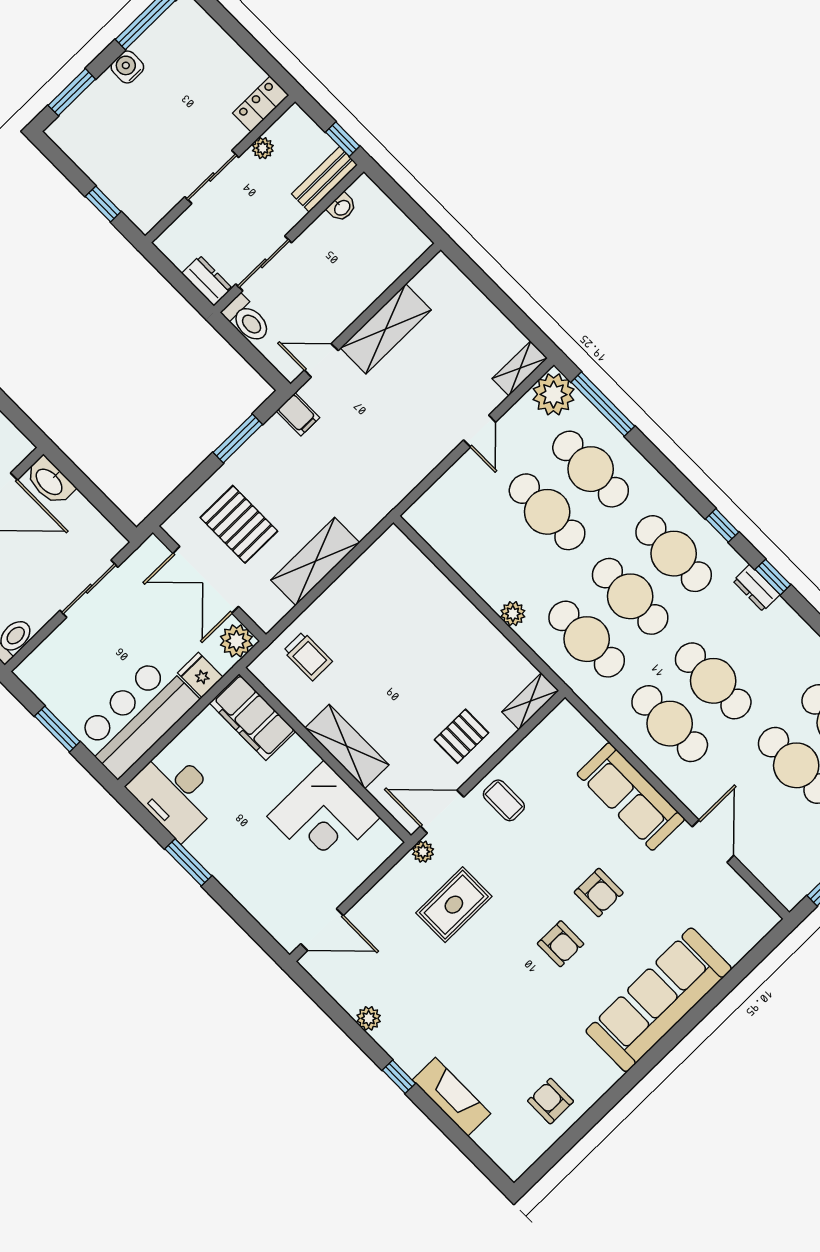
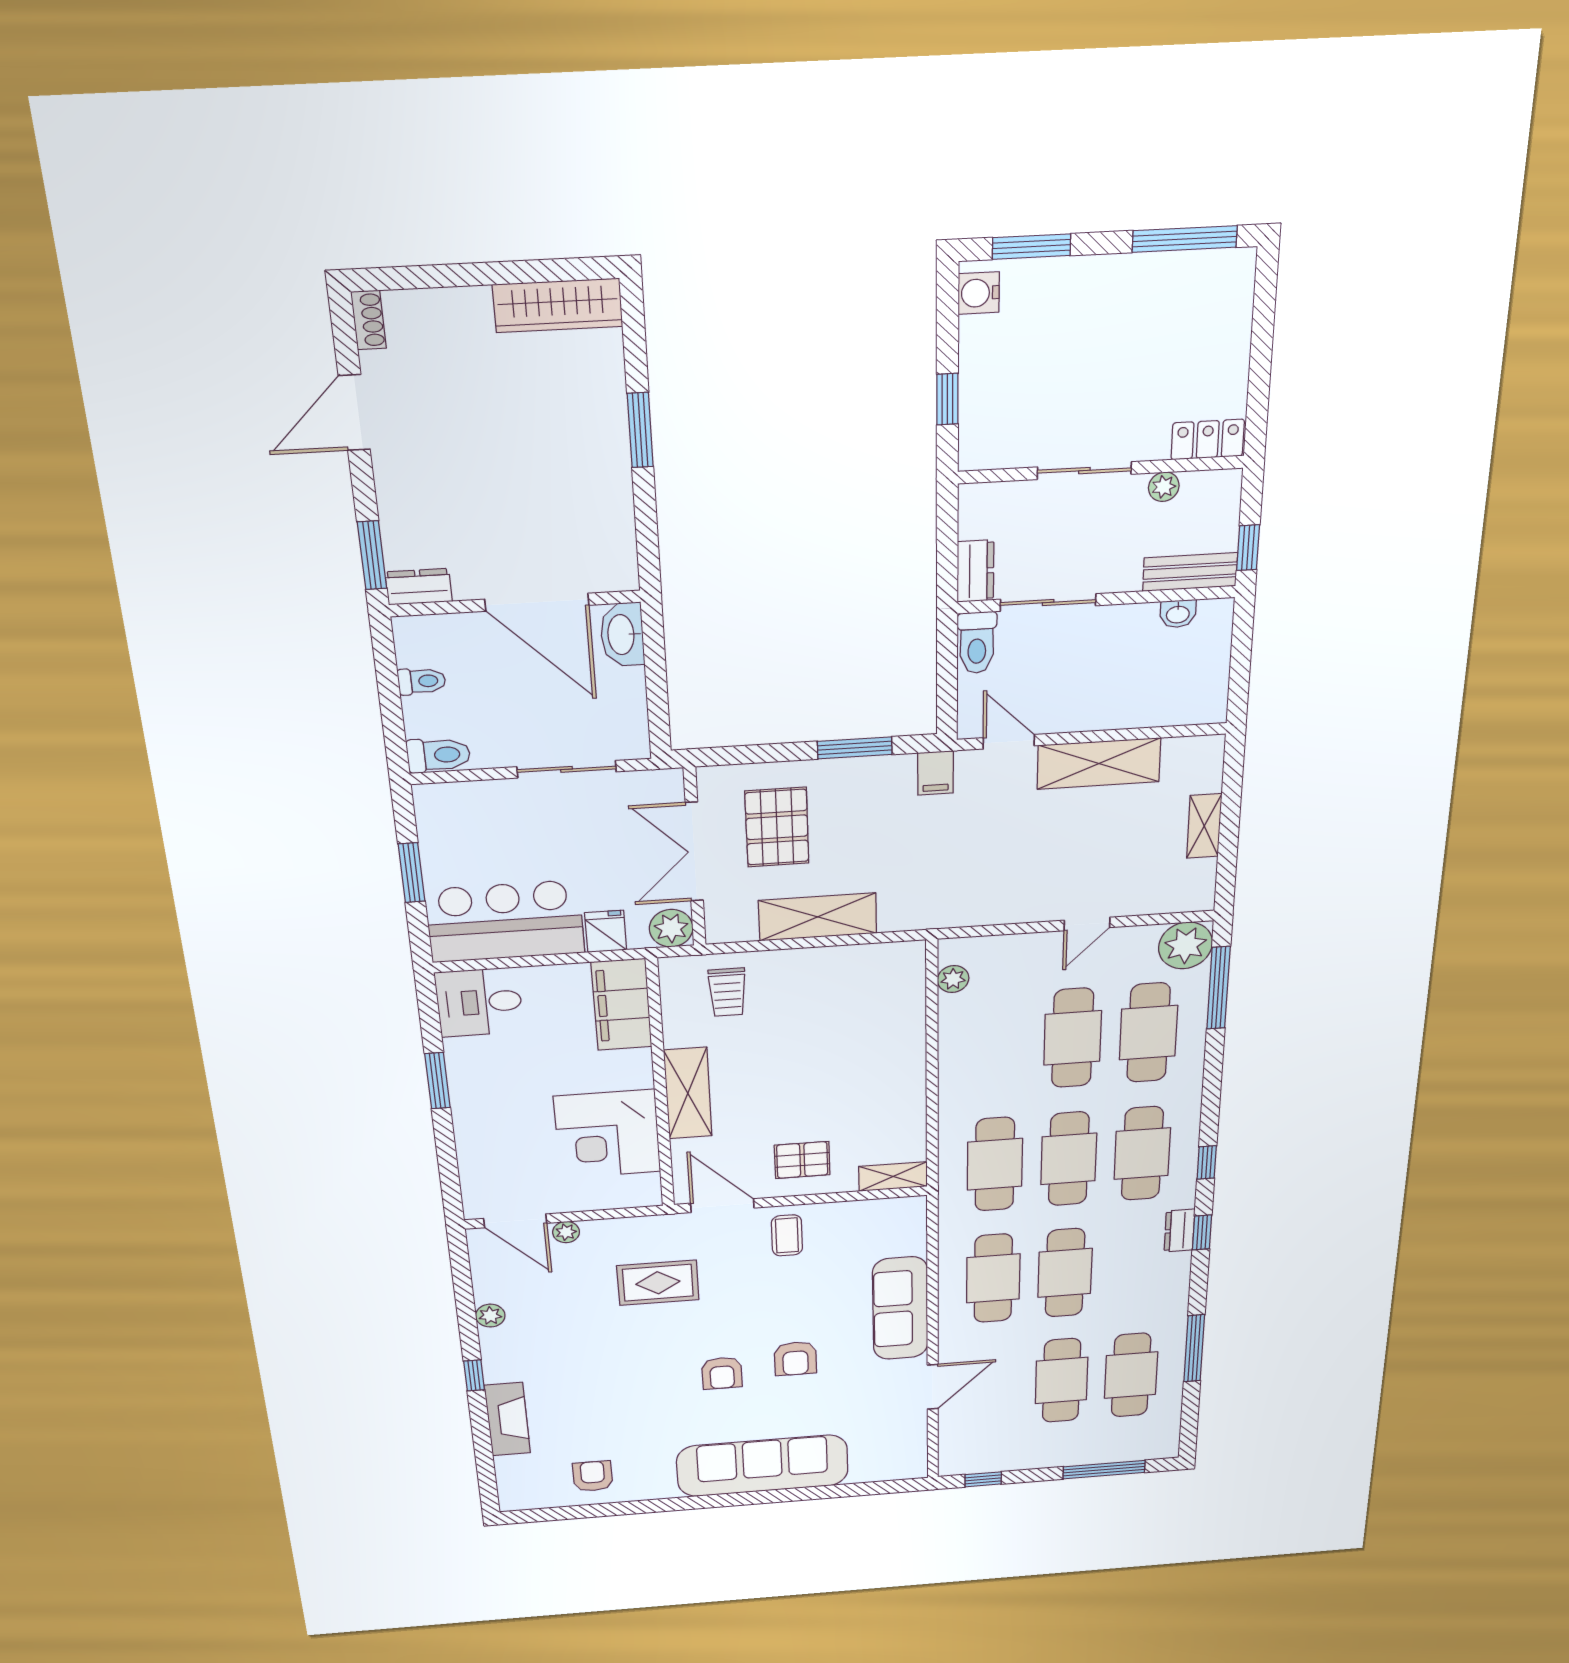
water cooler: (127, 67) -> (979, 293), moved, turned -90
shelving: (520, 368) -> (1204, 826), moved, turned 90
plant: (513, 614) -> (953, 979), moved
desk: (175, 793) -> (479, 1002), width x0.73
plant: (423, 852) -> (566, 1232), moved

